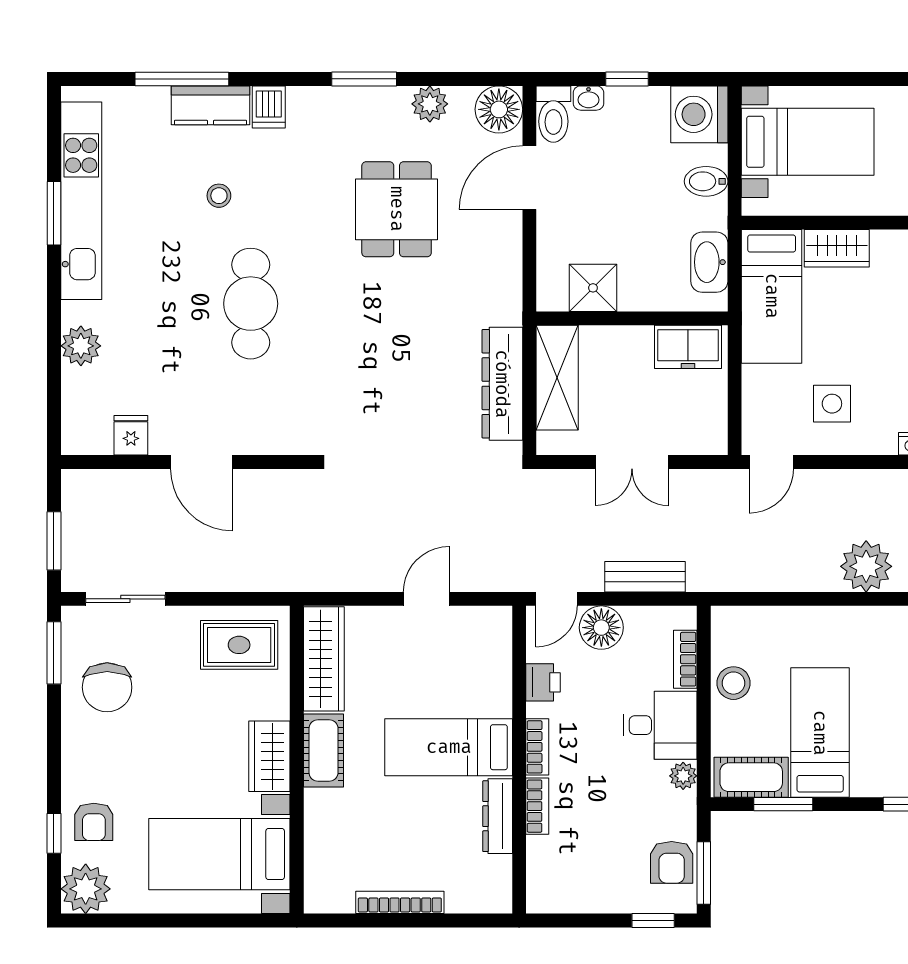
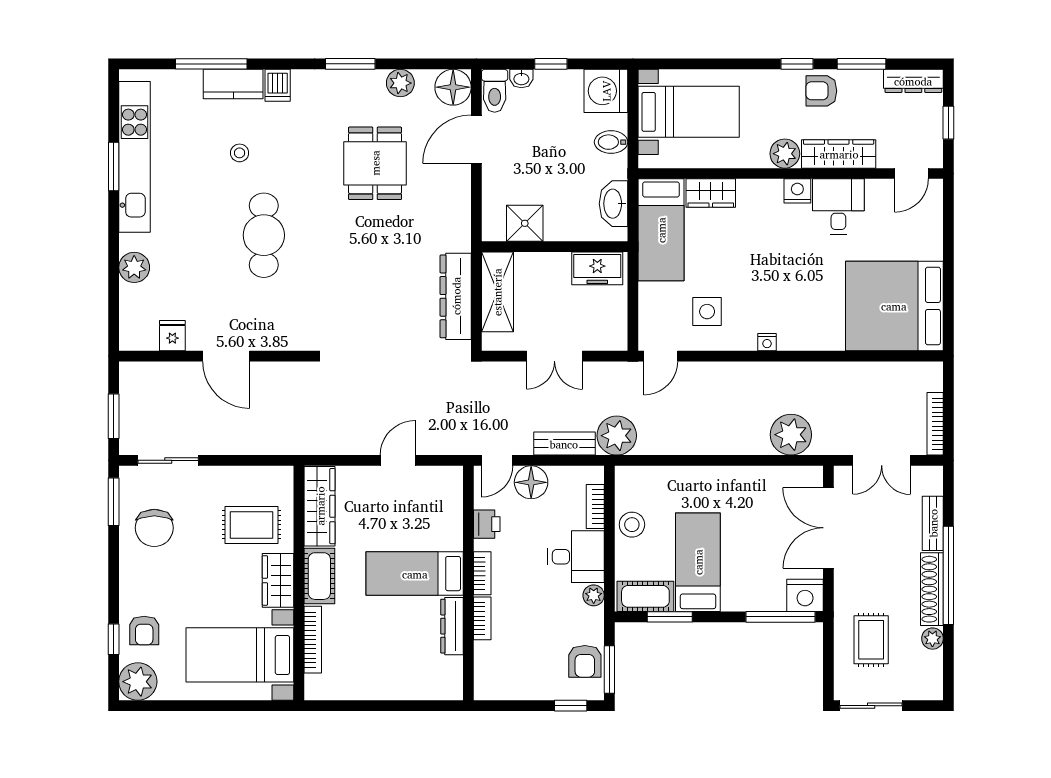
plant: (866, 566) -> (617, 436), moved
rug: (239, 645) -> (251, 525), moved
bookcase: (400, 902) -> (313, 640), moved, turned 90

